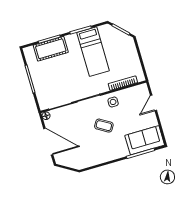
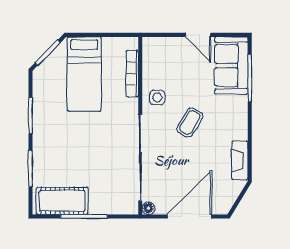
cot: (51, 49) -> (62, 201), moved, turned 90
bed: (93, 52) -> (84, 74), moved, turned 90
door: (154, 103) -> (198, 35), moved
fireplace: (90, 162) -> (240, 160), added

